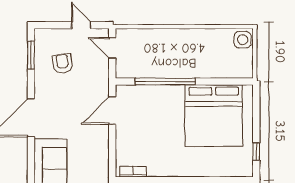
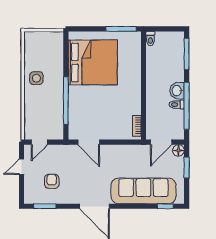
side table: (243, 40) -> (36, 78), moved
armchair: (63, 64) -> (52, 181), turned 98
window: (256, 152) -> (121, 29), width x2.17

